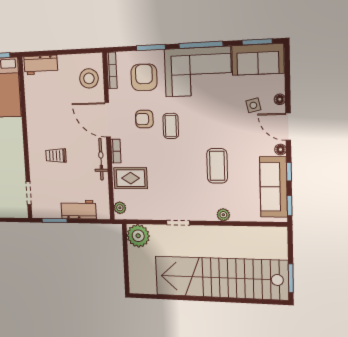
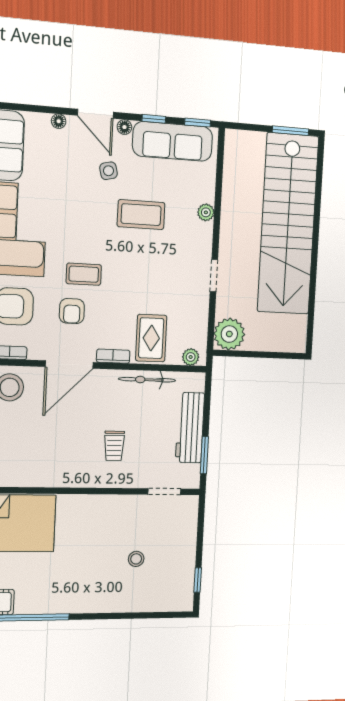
side table: (253, 105) -> (108, 171), moved
door: (288, 127) -> (95, 114), hinge flipped
bicycle: (101, 159) -> (147, 380), moved
workbench: (79, 209) -> (190, 428), width x1.37

